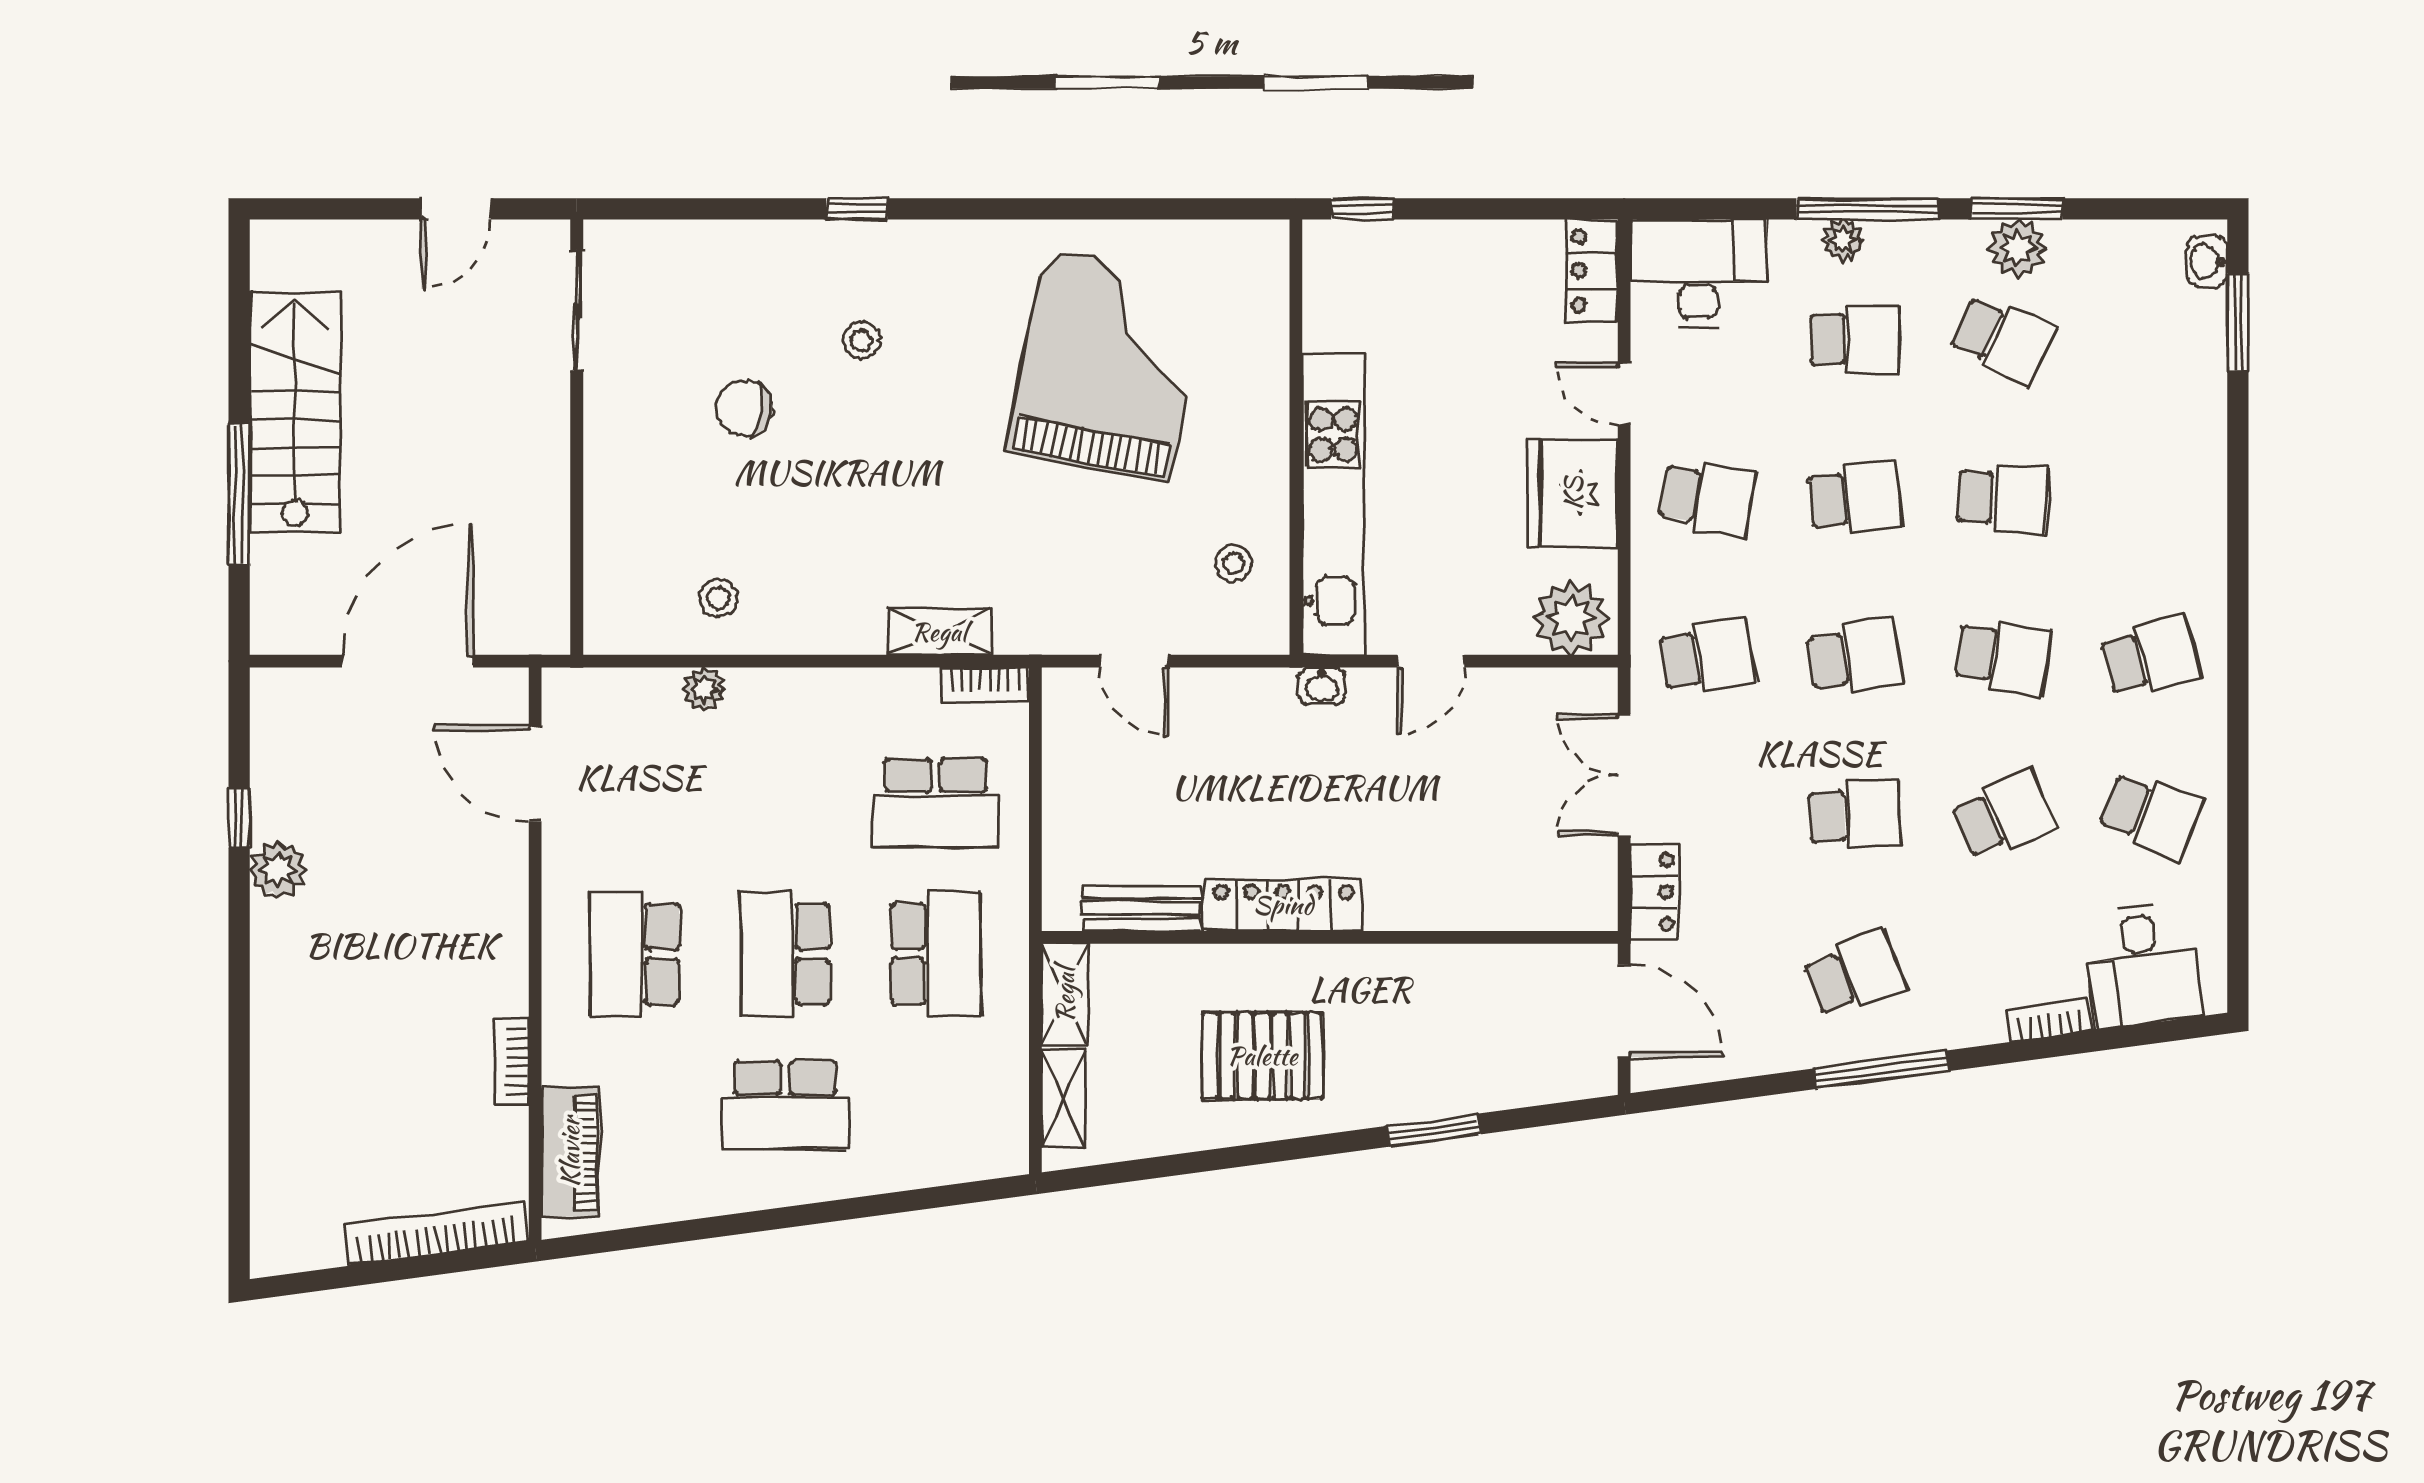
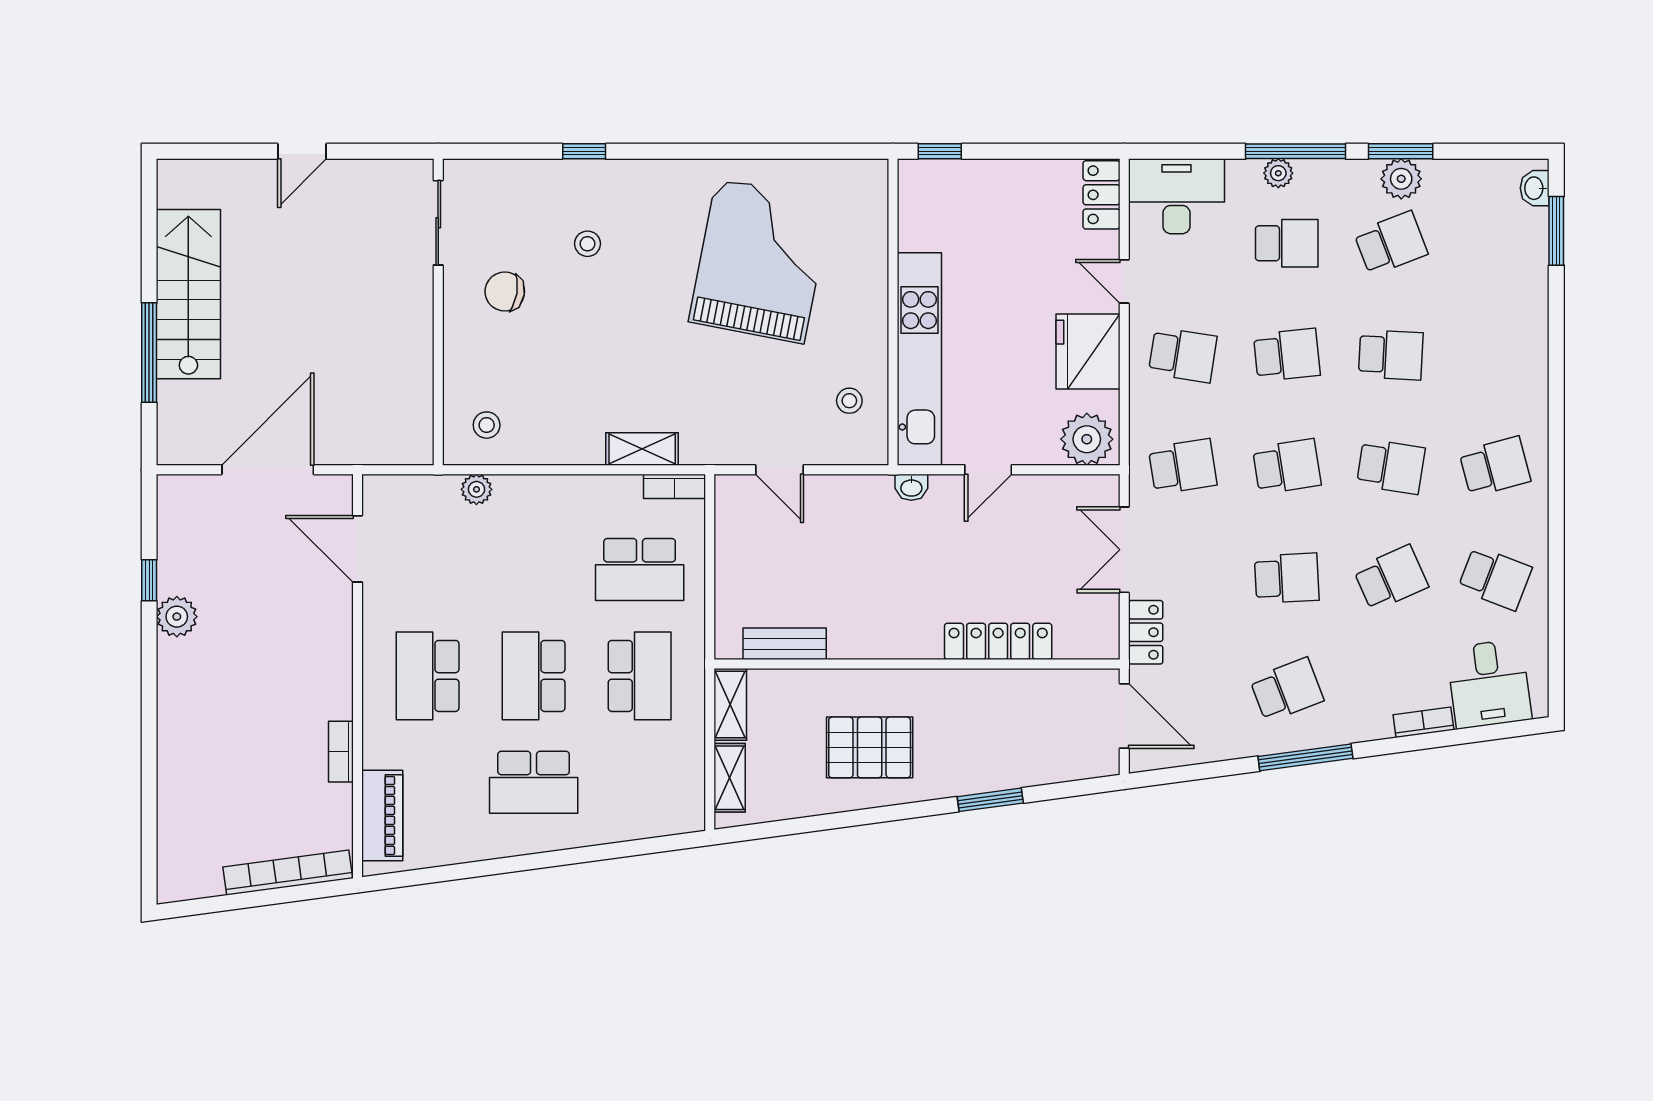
sliding door: (577, 310) -> (438, 223), moved
school desk: (2003, 340) -> (1391, 243), turned -45
wall: (577, 437) -> (438, 312), moved
locker: (1283, 905) -> (998, 641), moved

